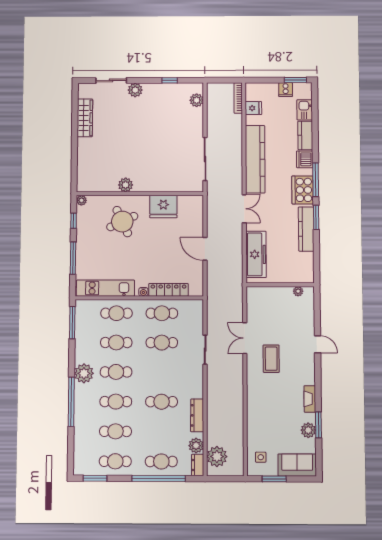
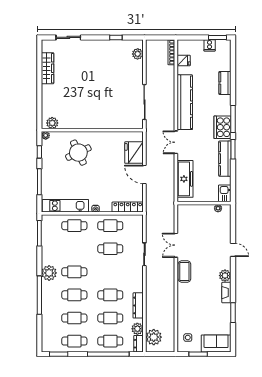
plant: (135, 90) -> (88, 45), removed
kitchen sink: (305, 110) -> (225, 193), moved
dishwasher: (305, 159) -> (224, 102), removed
plant: (126, 185) -> (52, 123), moved
fridge: (163, 207) -> (134, 153), moved, turned 90
double door: (244, 209) -> (176, 142), swing flipped
locker: (168, 290) -> (128, 207), moved
cafe table: (116, 343) -> (110, 318), moved
coffee table: (271, 359) -> (184, 272), moved
plant: (308, 430) -> (225, 276), moved

